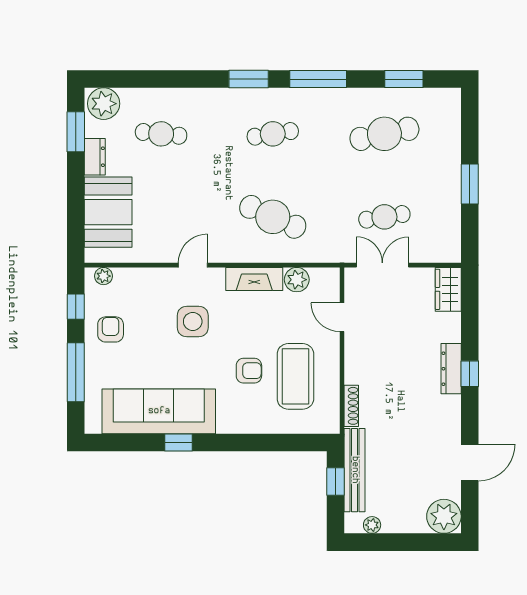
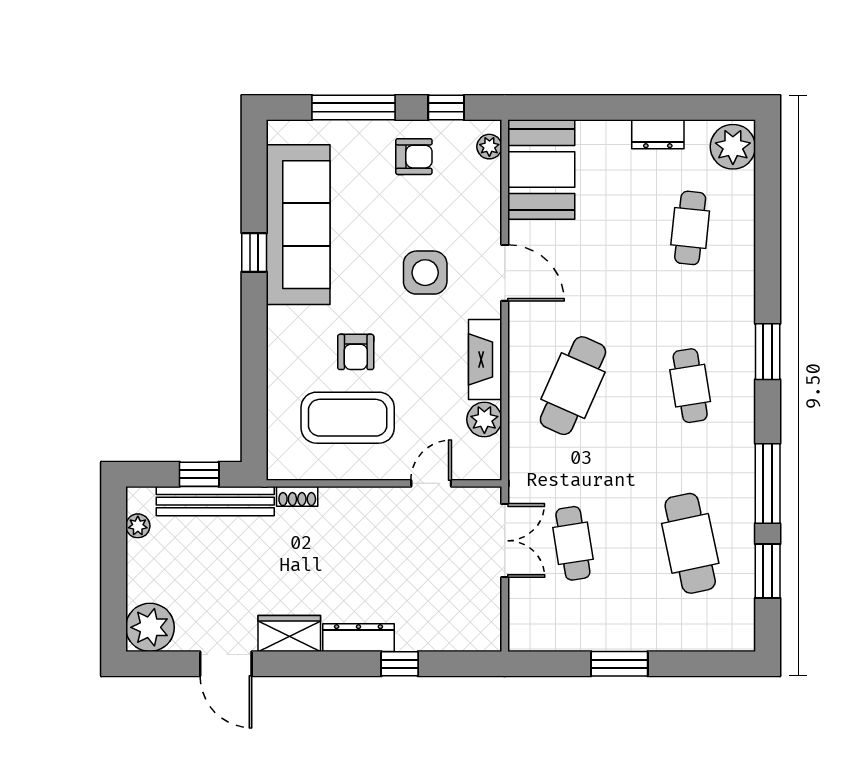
window: (318, 79) -> (768, 484), moved
window: (76, 132) -> (693, 108), removed
booth: (108, 212) -> (541, 170), moved, turned 90
door: (193, 265) -> (505, 273), width x1.38
wardrobe: (448, 289) -> (289, 633), moved
window: (470, 374) -> (400, 664), moved
shoe rack: (351, 406) -> (297, 496), width x0.70

